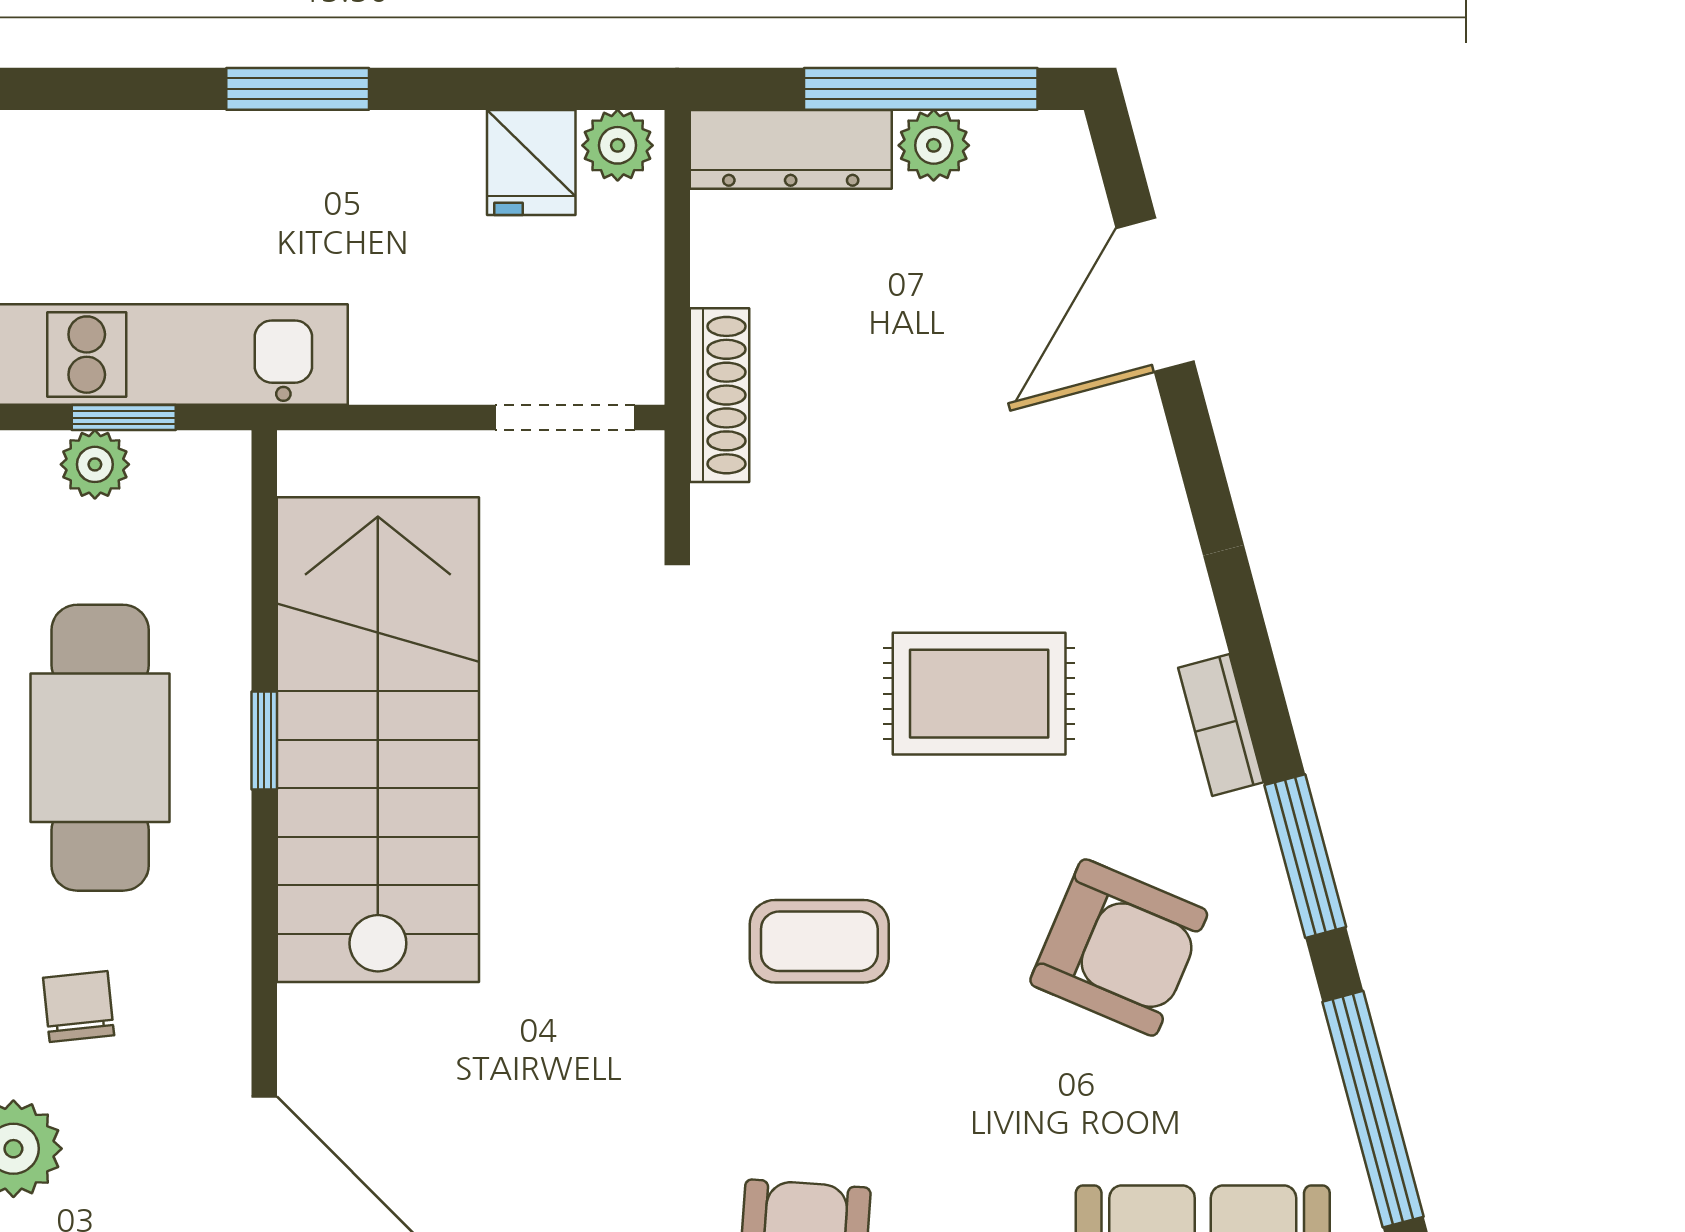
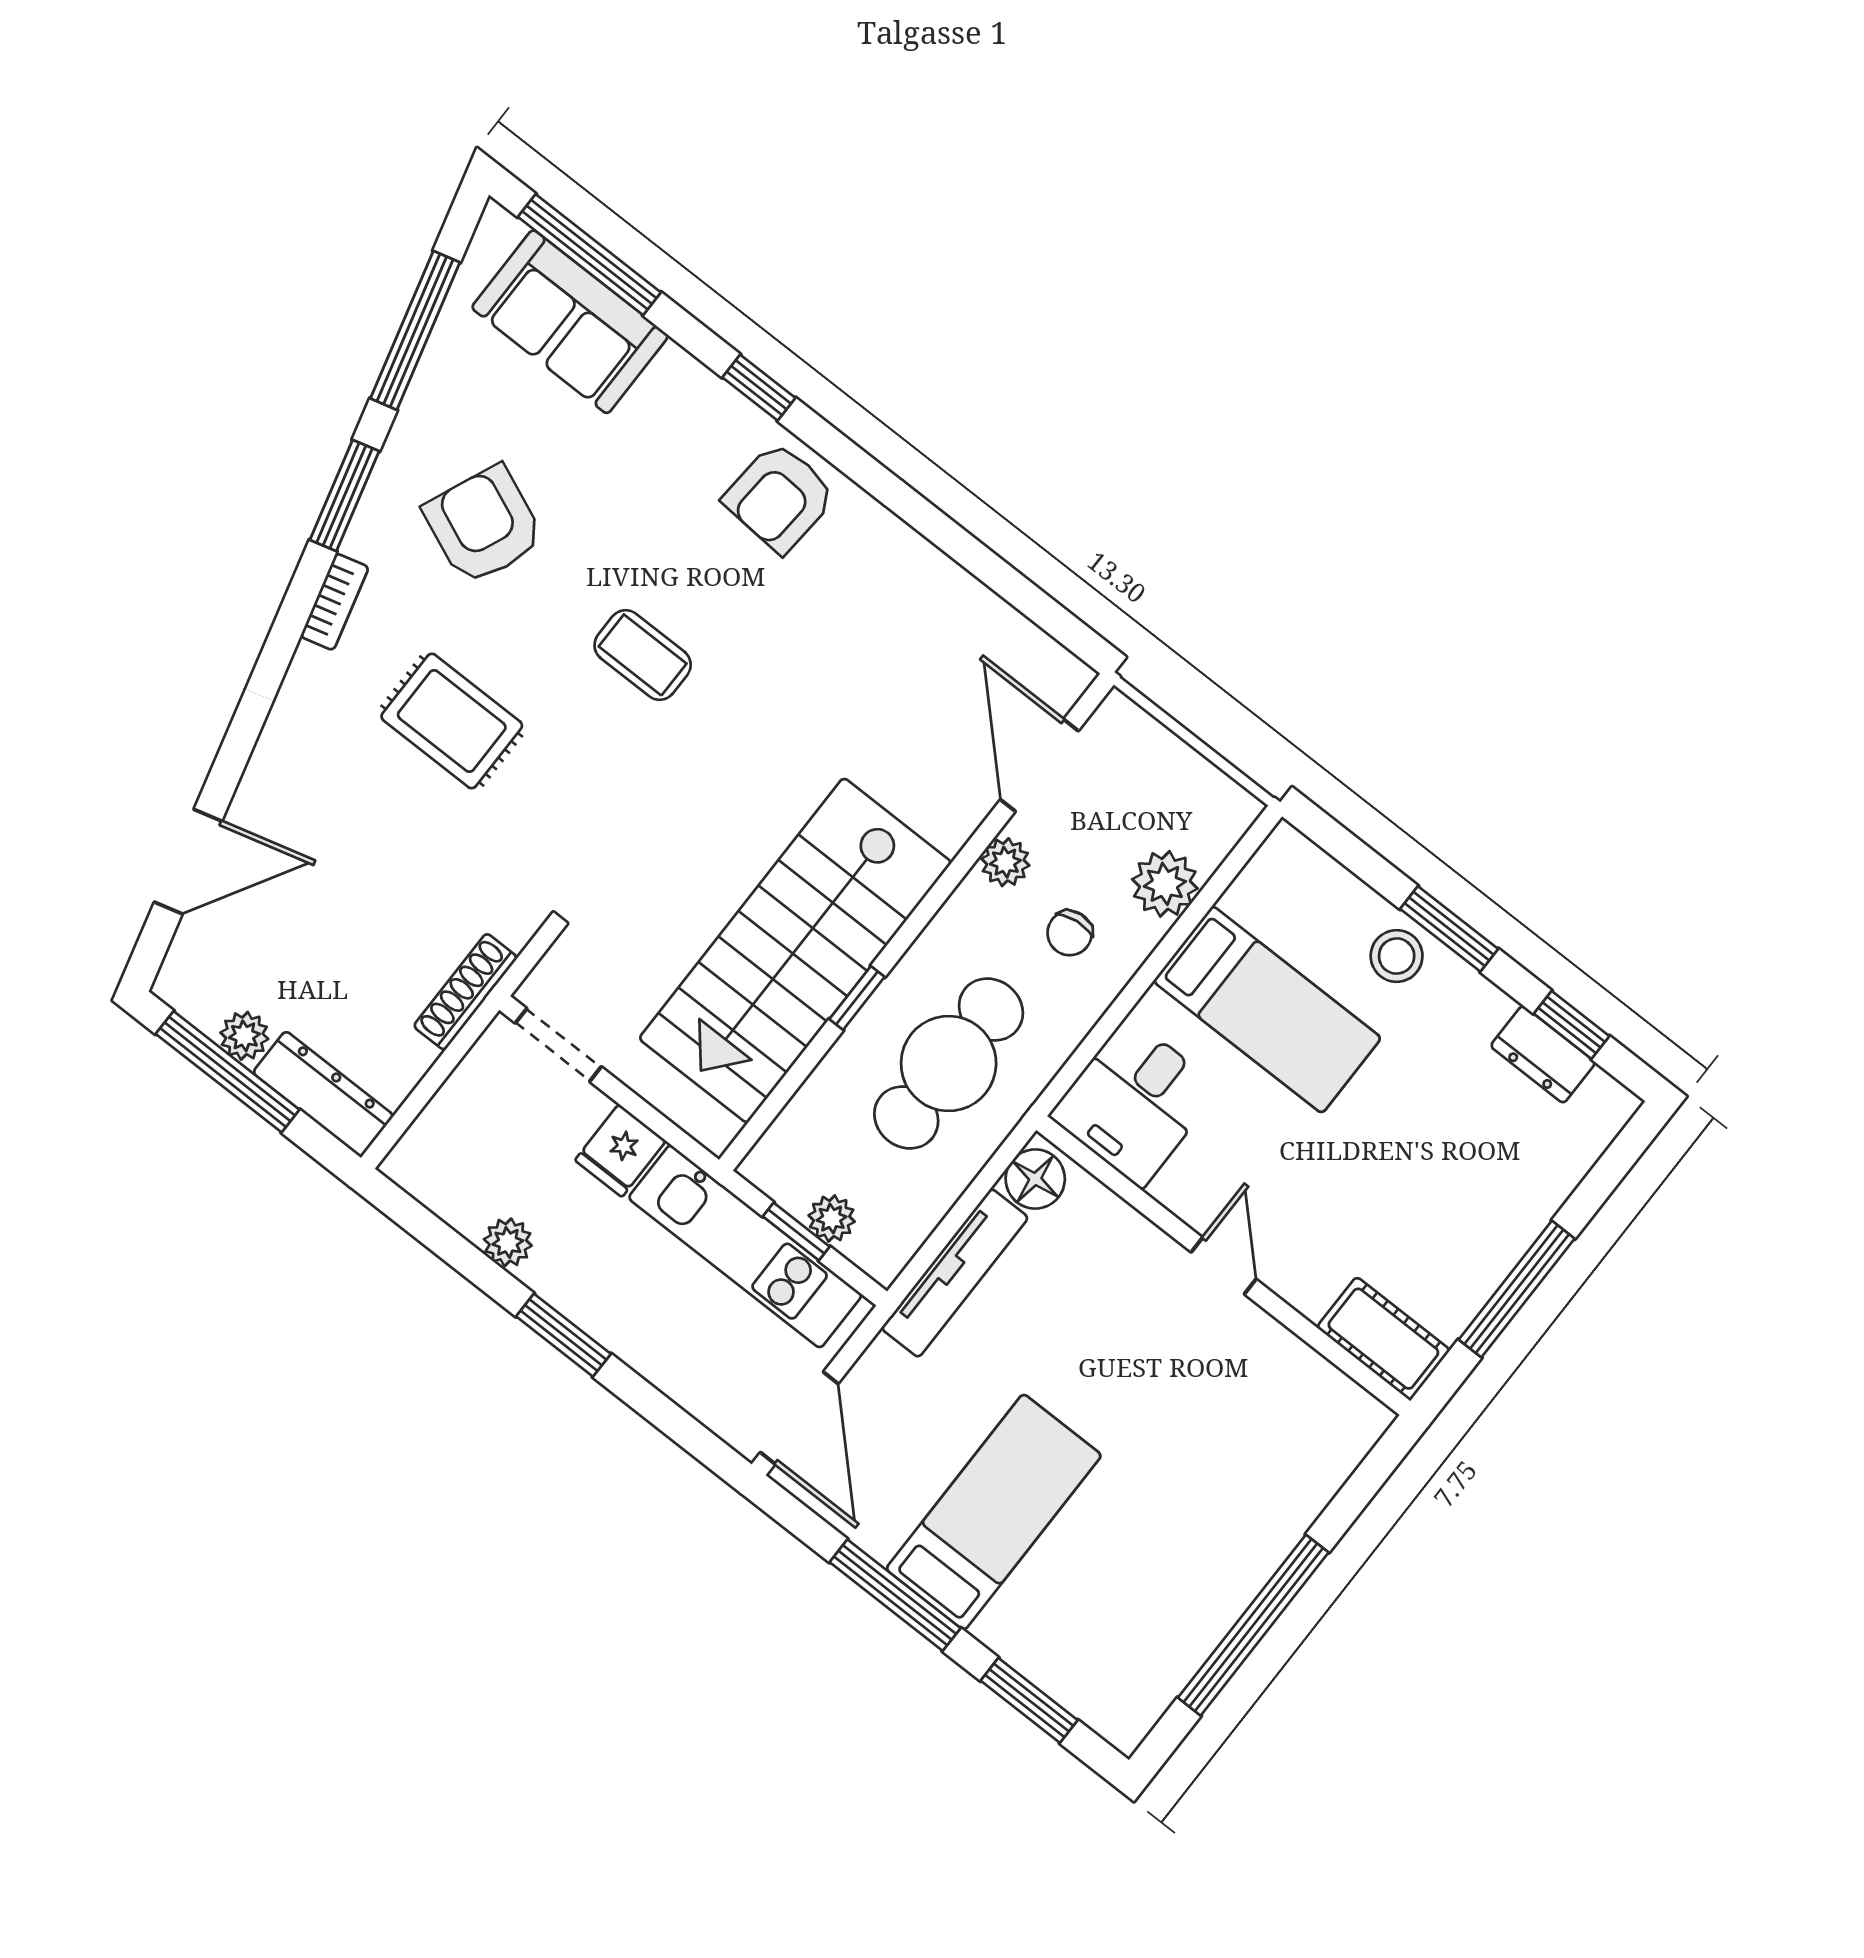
plant: (618, 145) -> (508, 1242), moved
fridge: (531, 163) -> (620, 1150), moved, turned 180
plant: (216, 1030) -> (1005, 862), added

